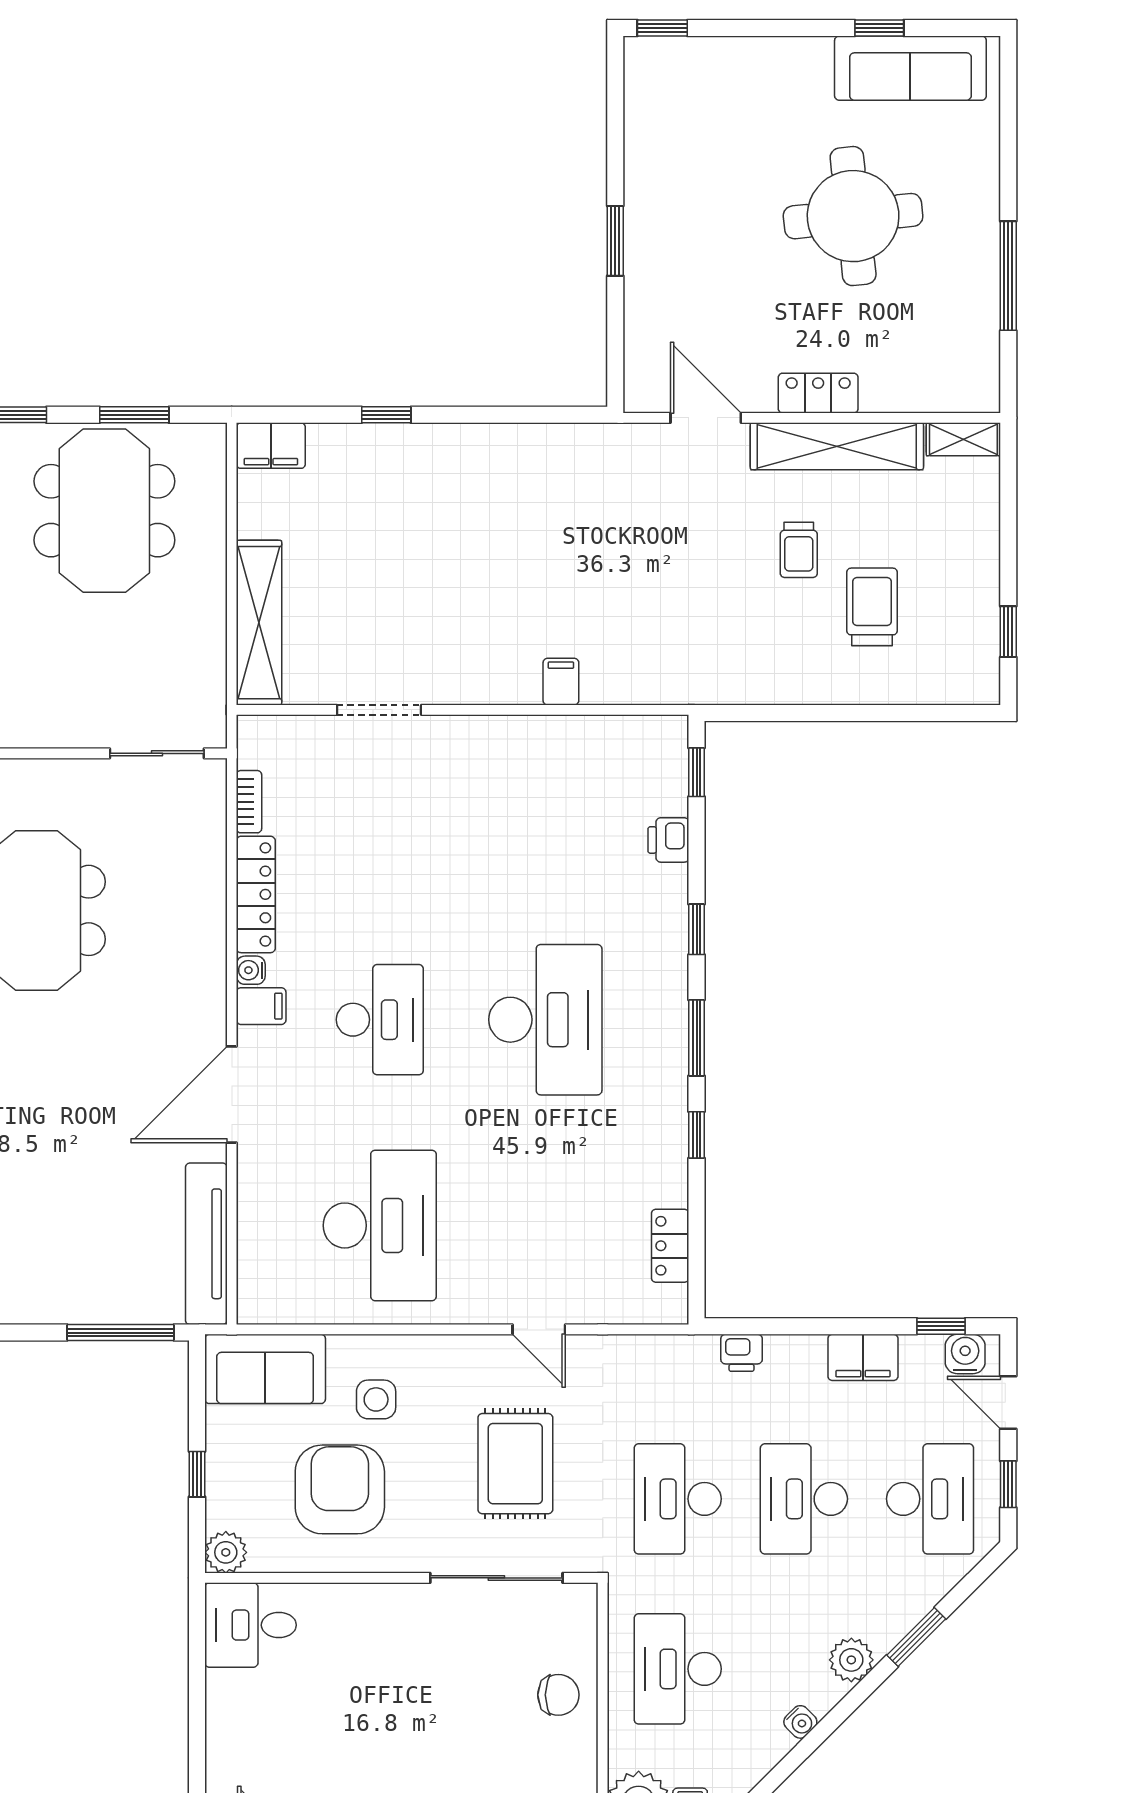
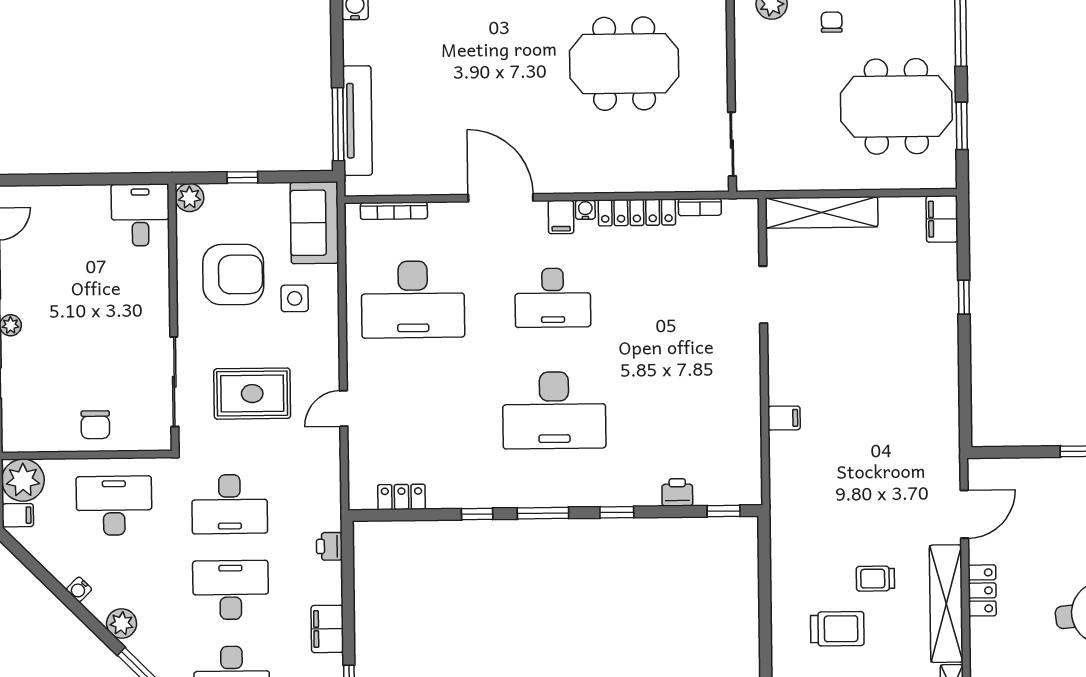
tv unit: (206, 1244) -> (357, 121), moved, turned 90
bookcase: (249, 1252) -> (394, 211), added
desk: (678, 1499) -> (230, 504), turned 180

